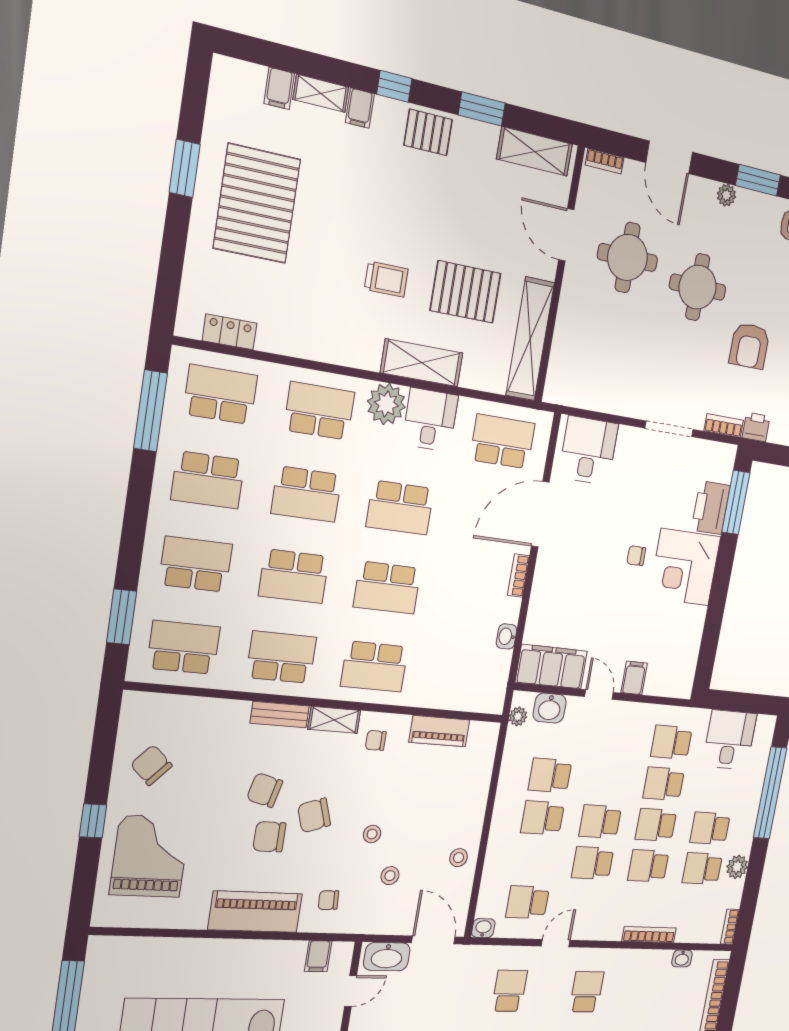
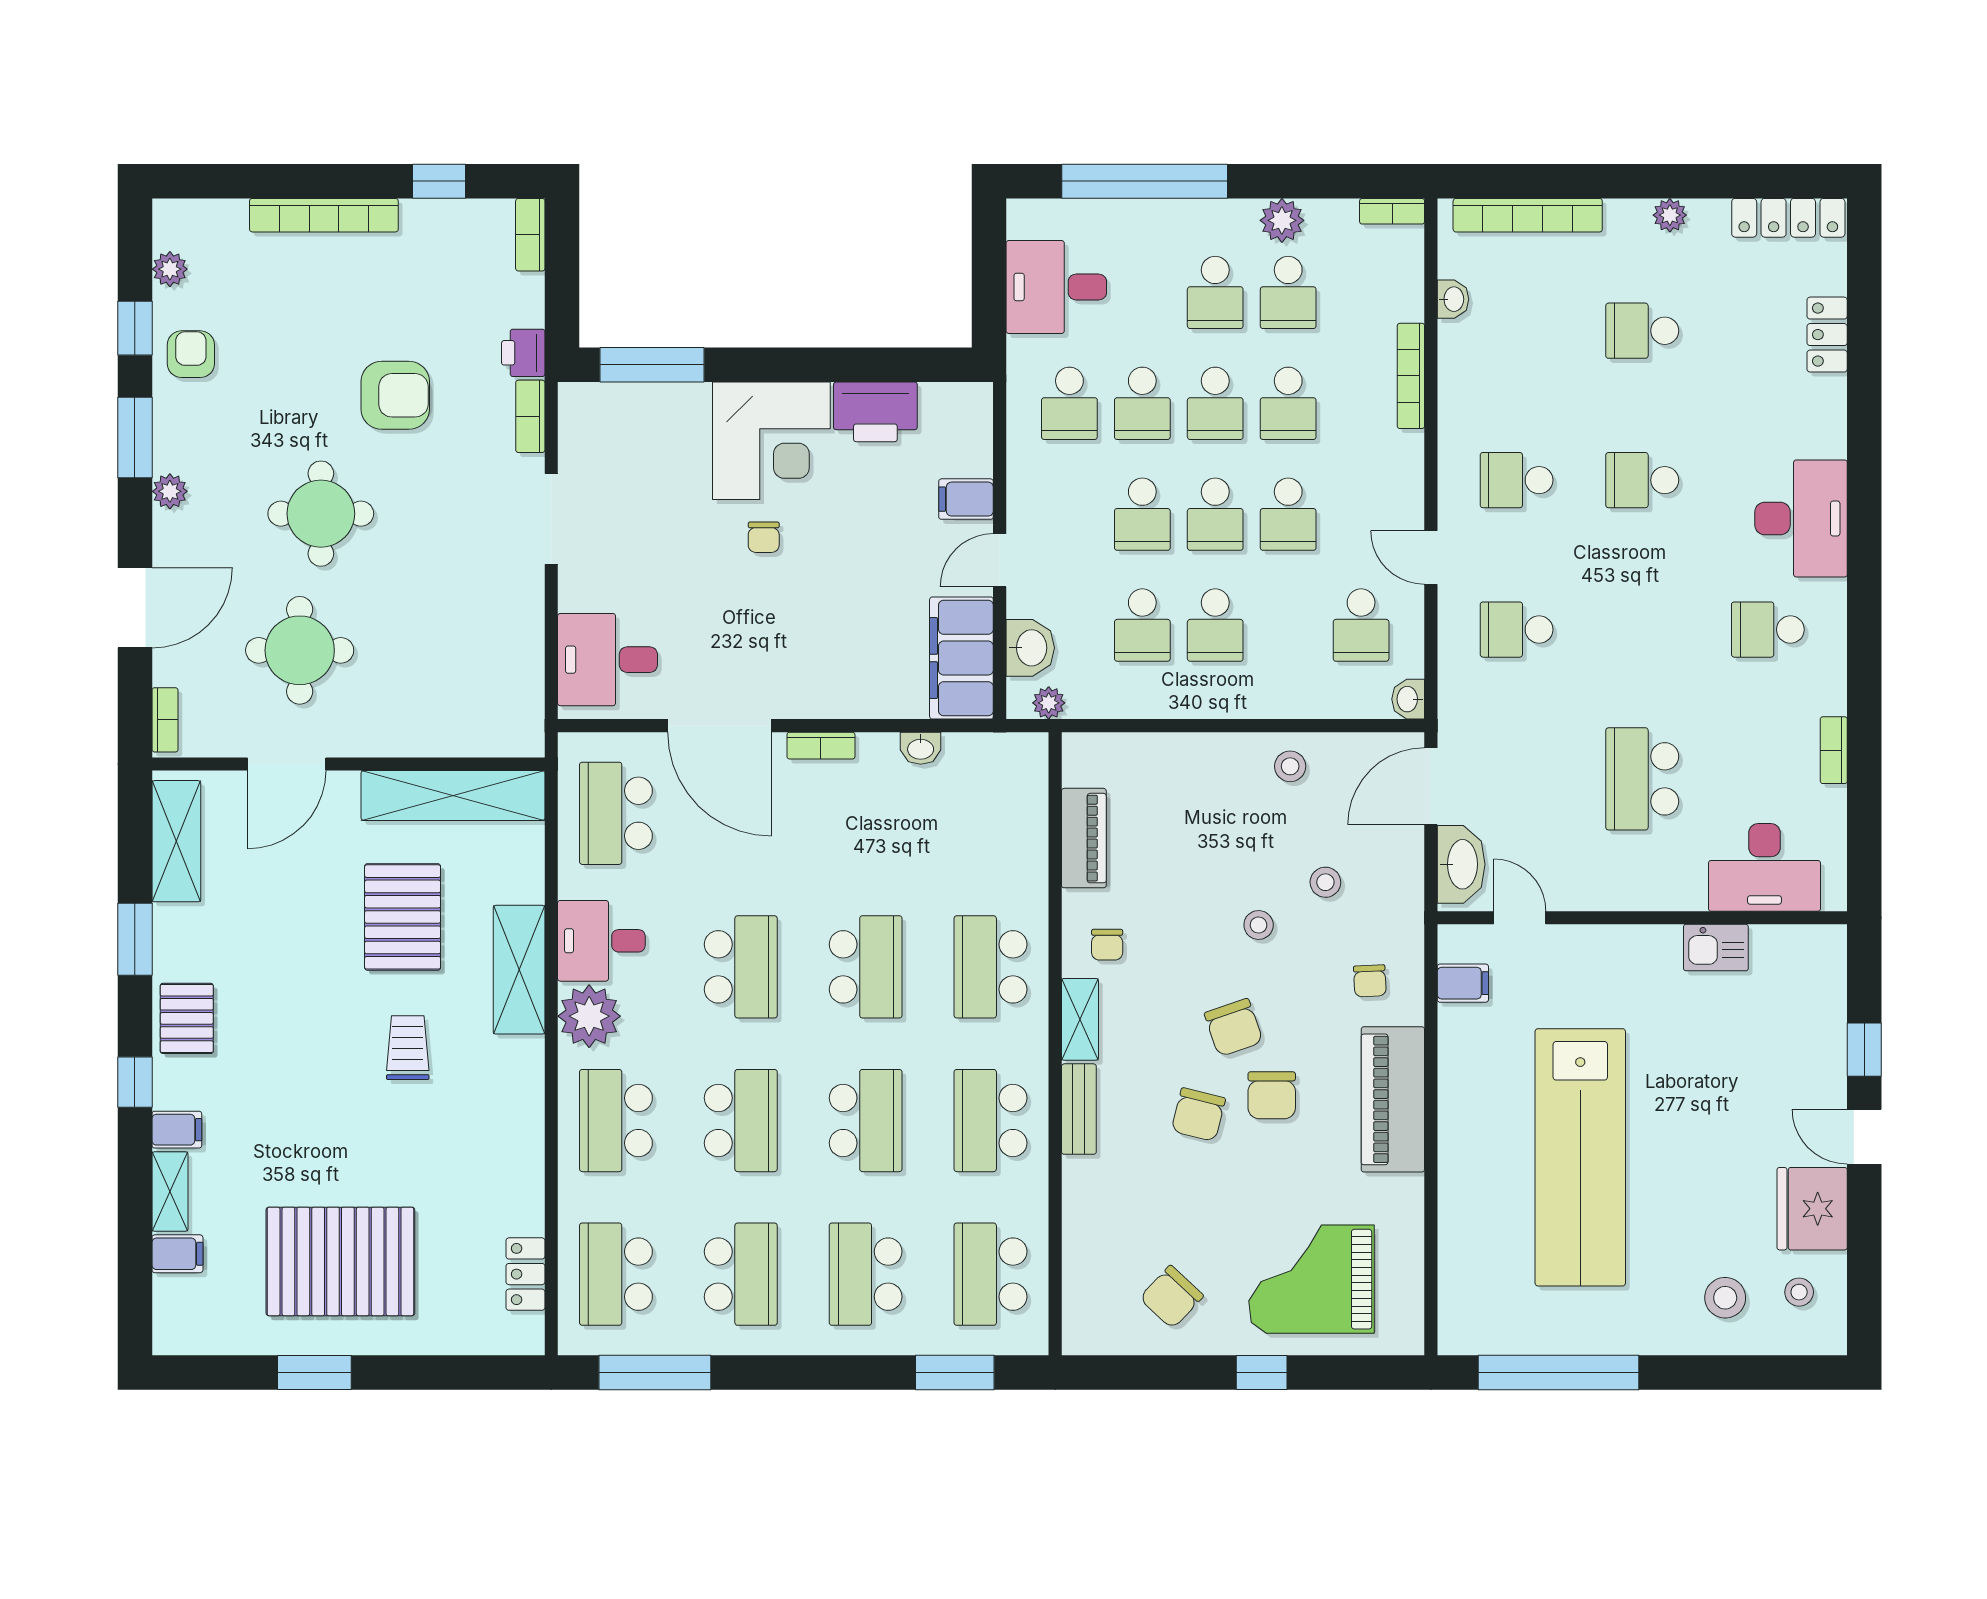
printer: (711, 508) -> (875, 412), moved
school desk: (374, 667) -> (990, 967), turned 180
school desk: (608, 780) -> (1142, 514), added

